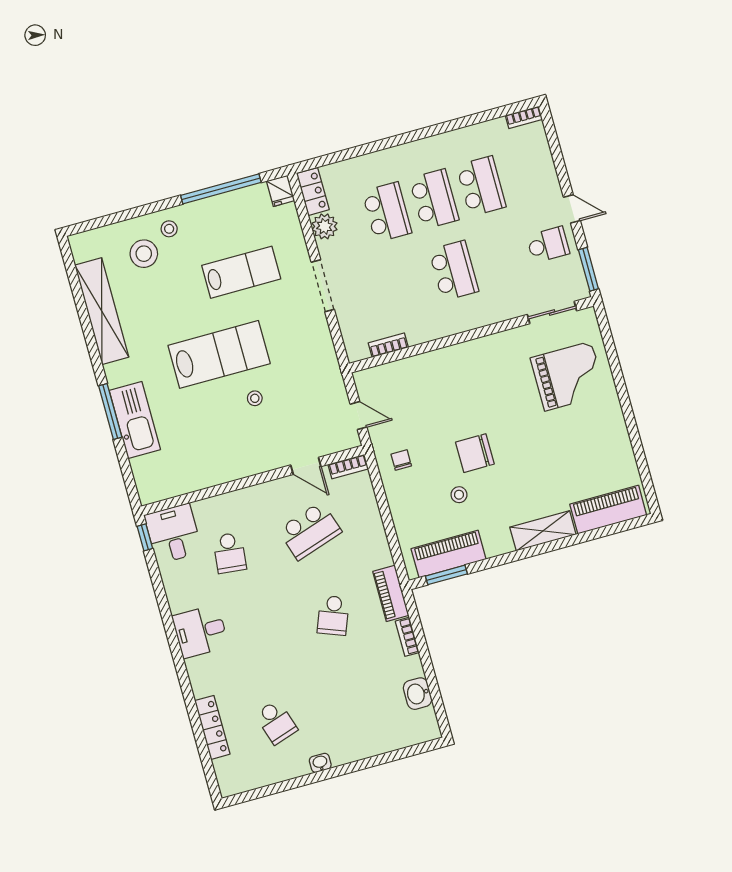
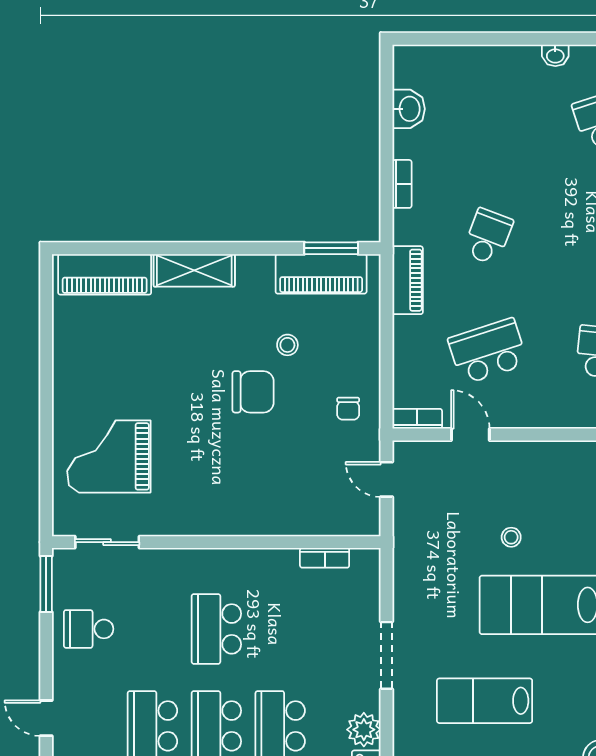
door: (572, 209) -> (46, 718), moved
piano: (391, 593) -> (408, 280), moved

